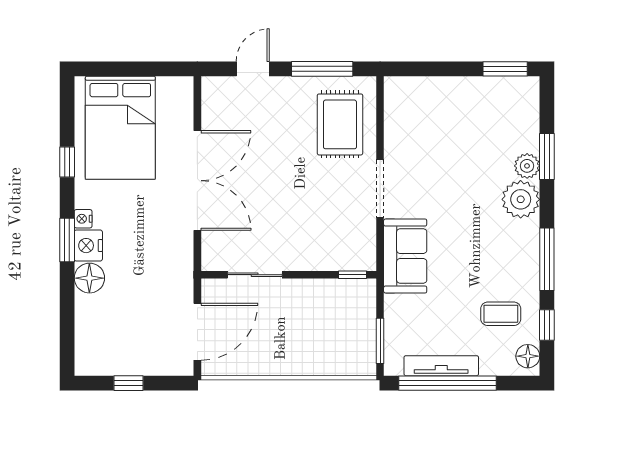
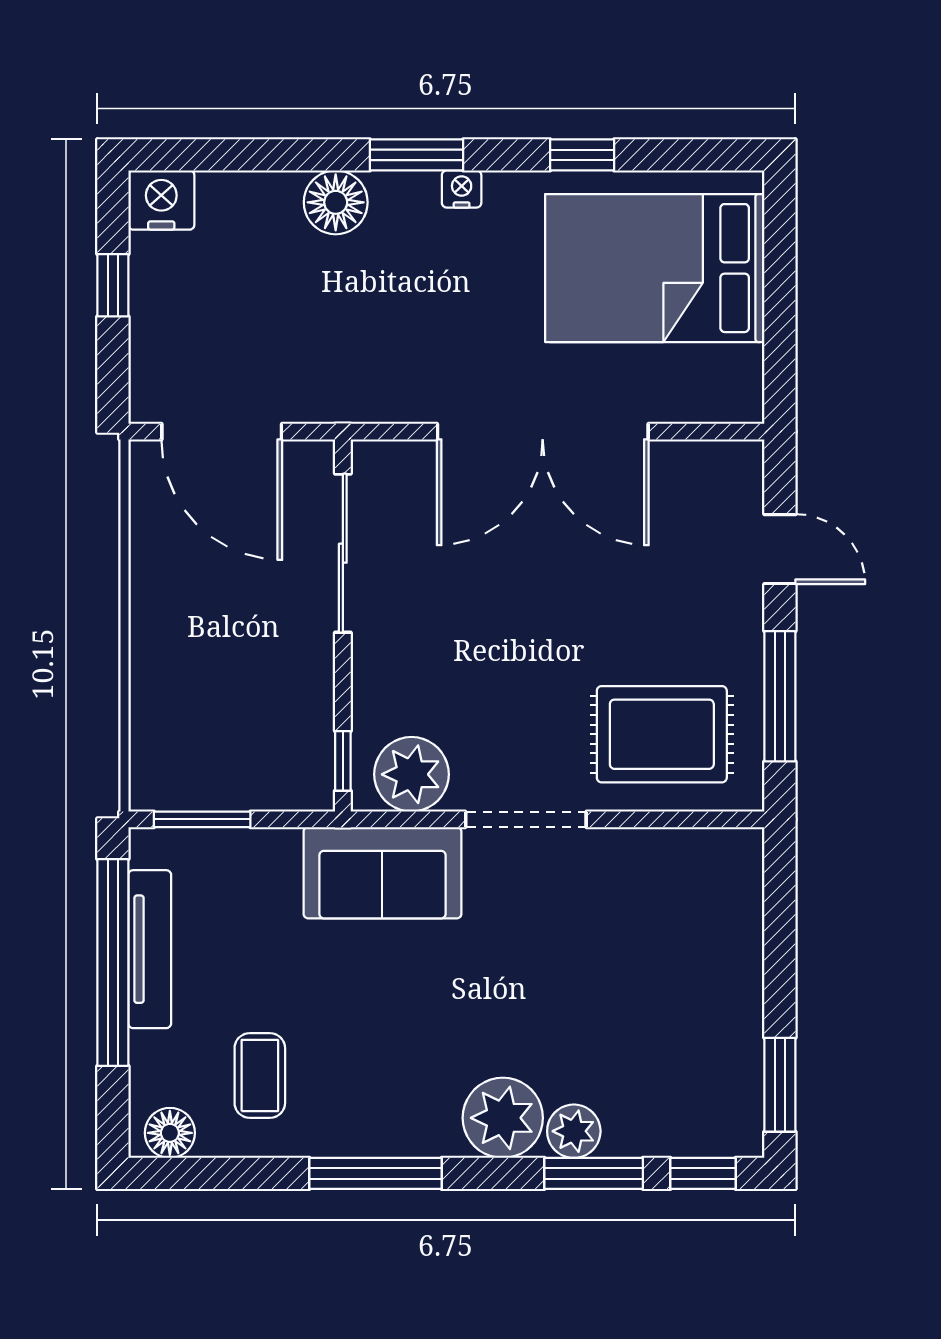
plant: (359, 242) -> (411, 774), added
nightstand: (88, 246) -> (161, 200), moved
sliding door: (255, 275) -> (343, 553), width x1.37
window: (547, 325) -> (703, 1173), moved

